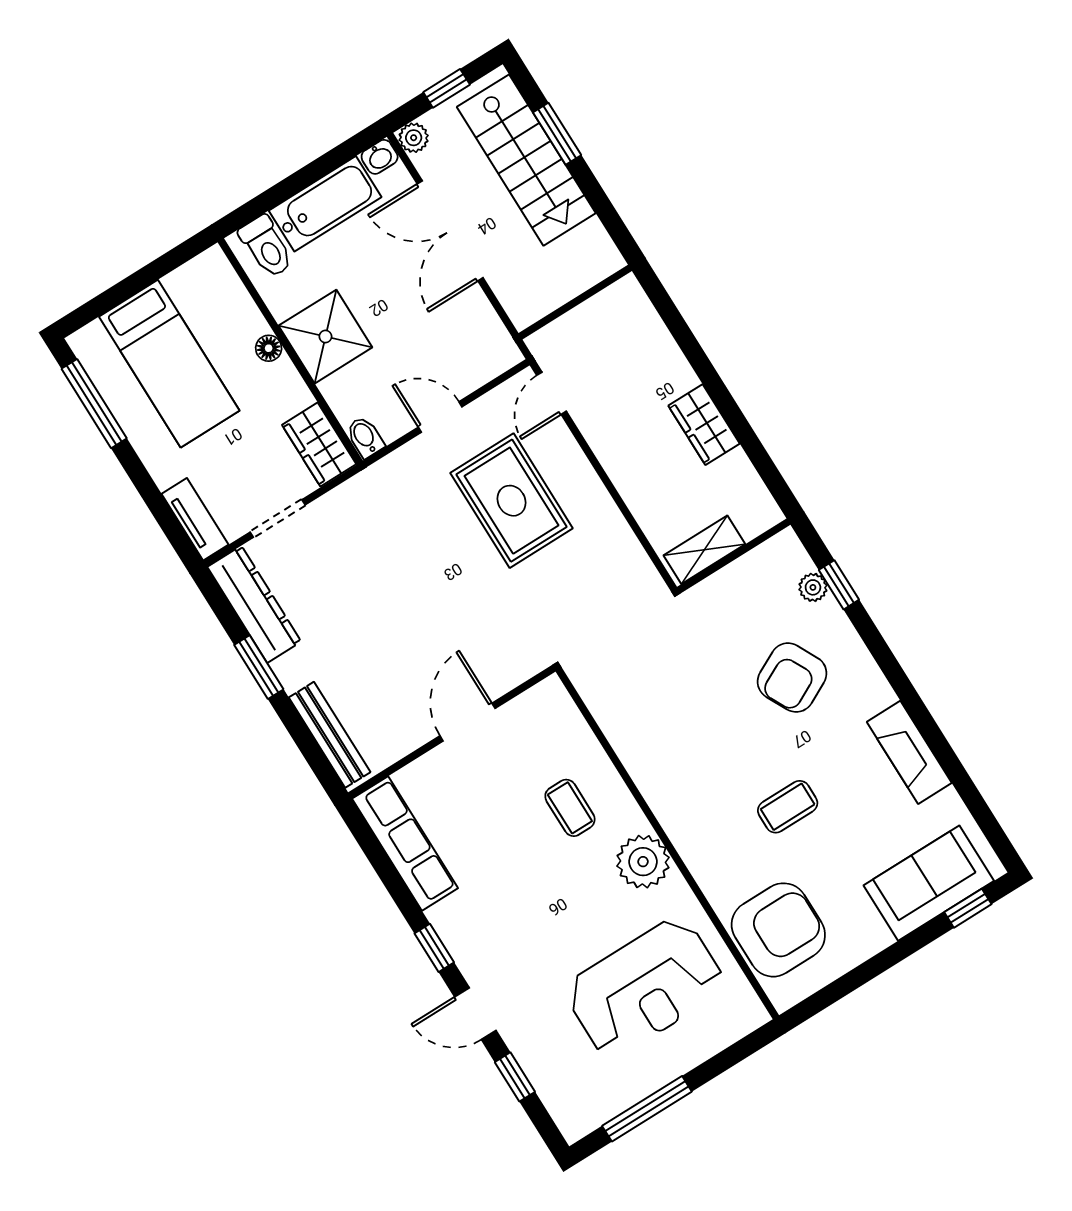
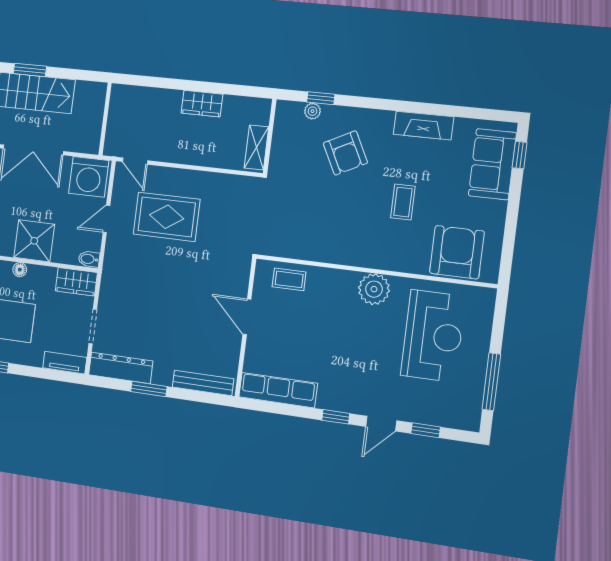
washing machine: (477, 344) -> (89, 177), added
coffee table: (570, 808) -> (289, 279), moved

